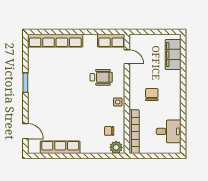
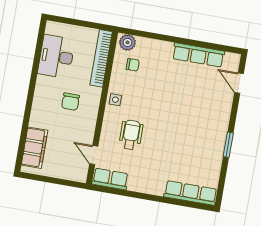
row of seats: (55, 41) -> (191, 193), width x0.73
wheelchair: (101, 77) -> (131, 135), turned 90
desk: (169, 131) -> (56, 57), width x1.37

